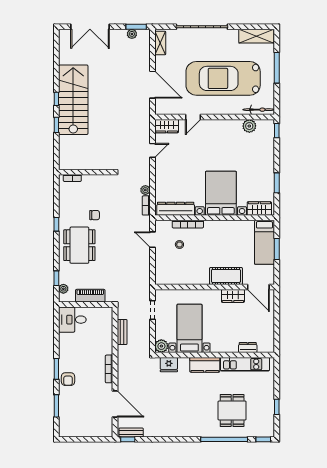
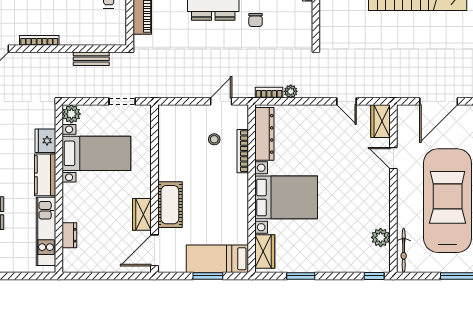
fridge: (169, 365) -> (45, 141), moved

